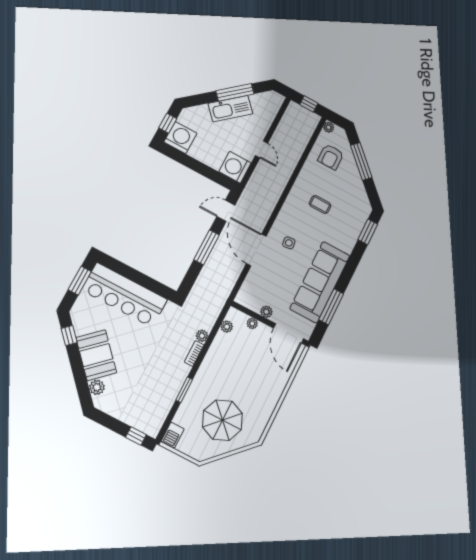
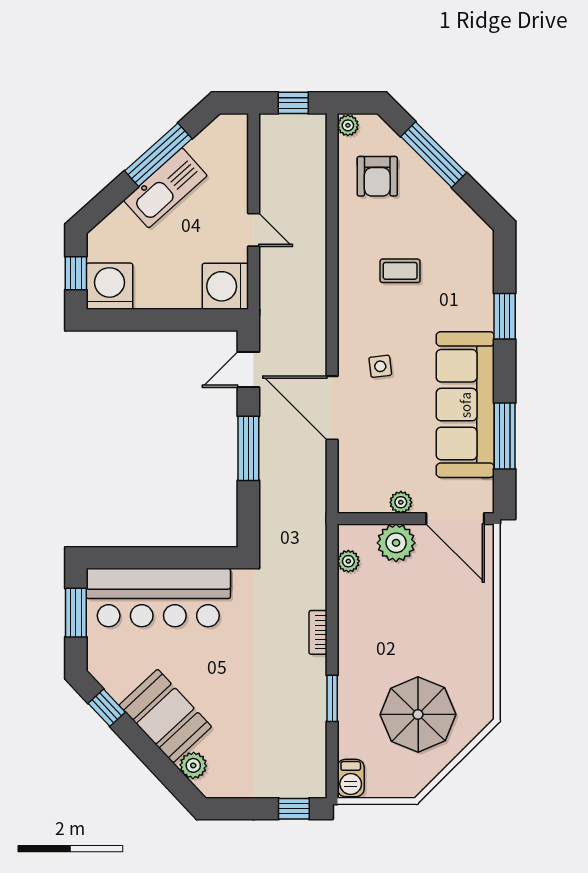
window: (368, 232) -> (505, 316), moved
plant: (252, 323) -> (396, 543), width x1.88, depth x1.88
plant: (202, 336) -> (316, 597), removed

